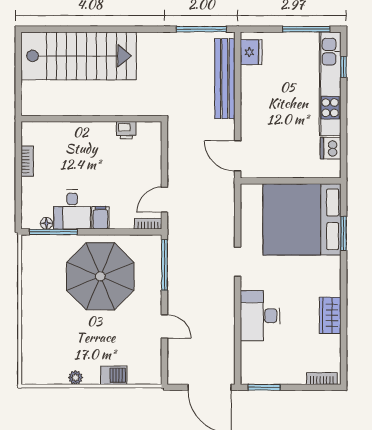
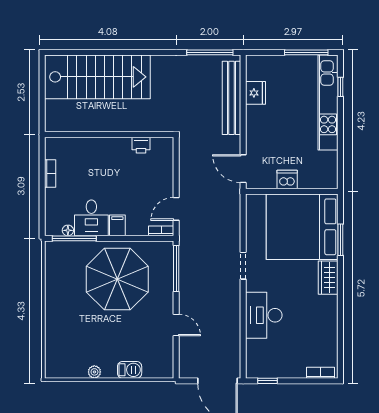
fridge: (251, 52) -> (256, 93), moved
dishwasher: (331, 148) -> (287, 180), moved, turned 90
wardrobe: (330, 315) -> (328, 278), moved
window: (264, 387) -> (268, 381), width x0.67

